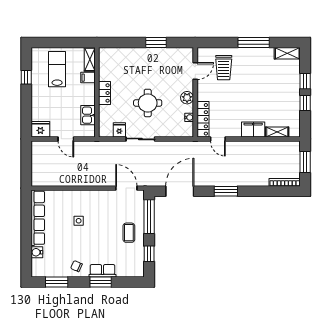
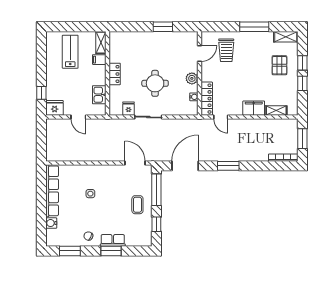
window: (26, 77) -> (41, 93), moved
pallet: (281, 84) -> (279, 65), added

